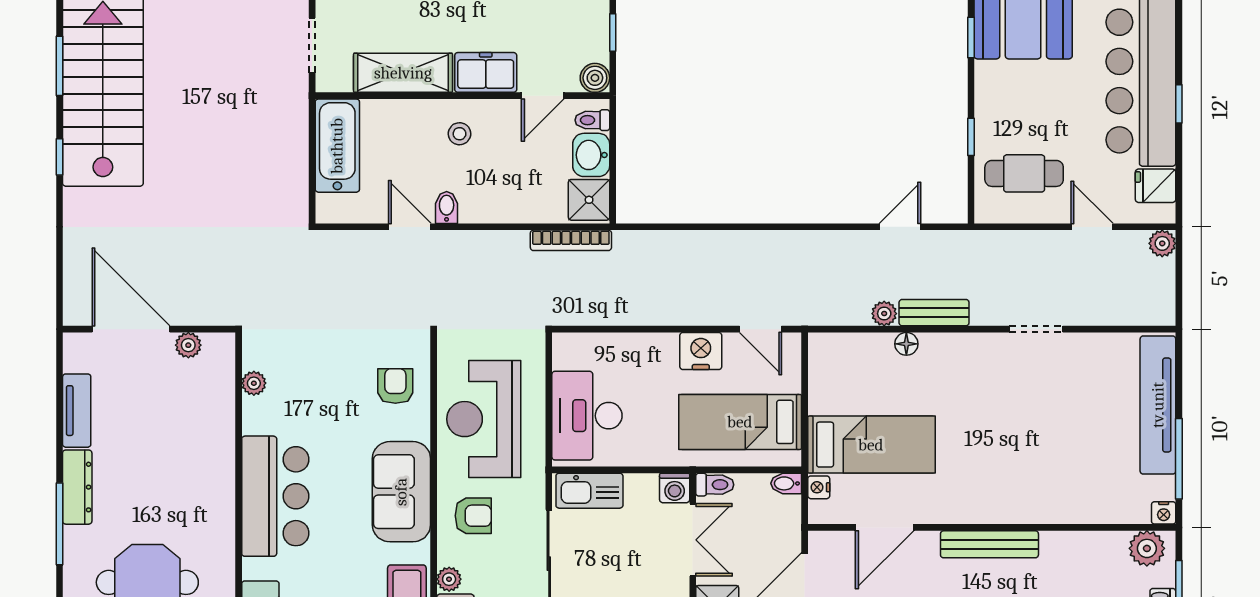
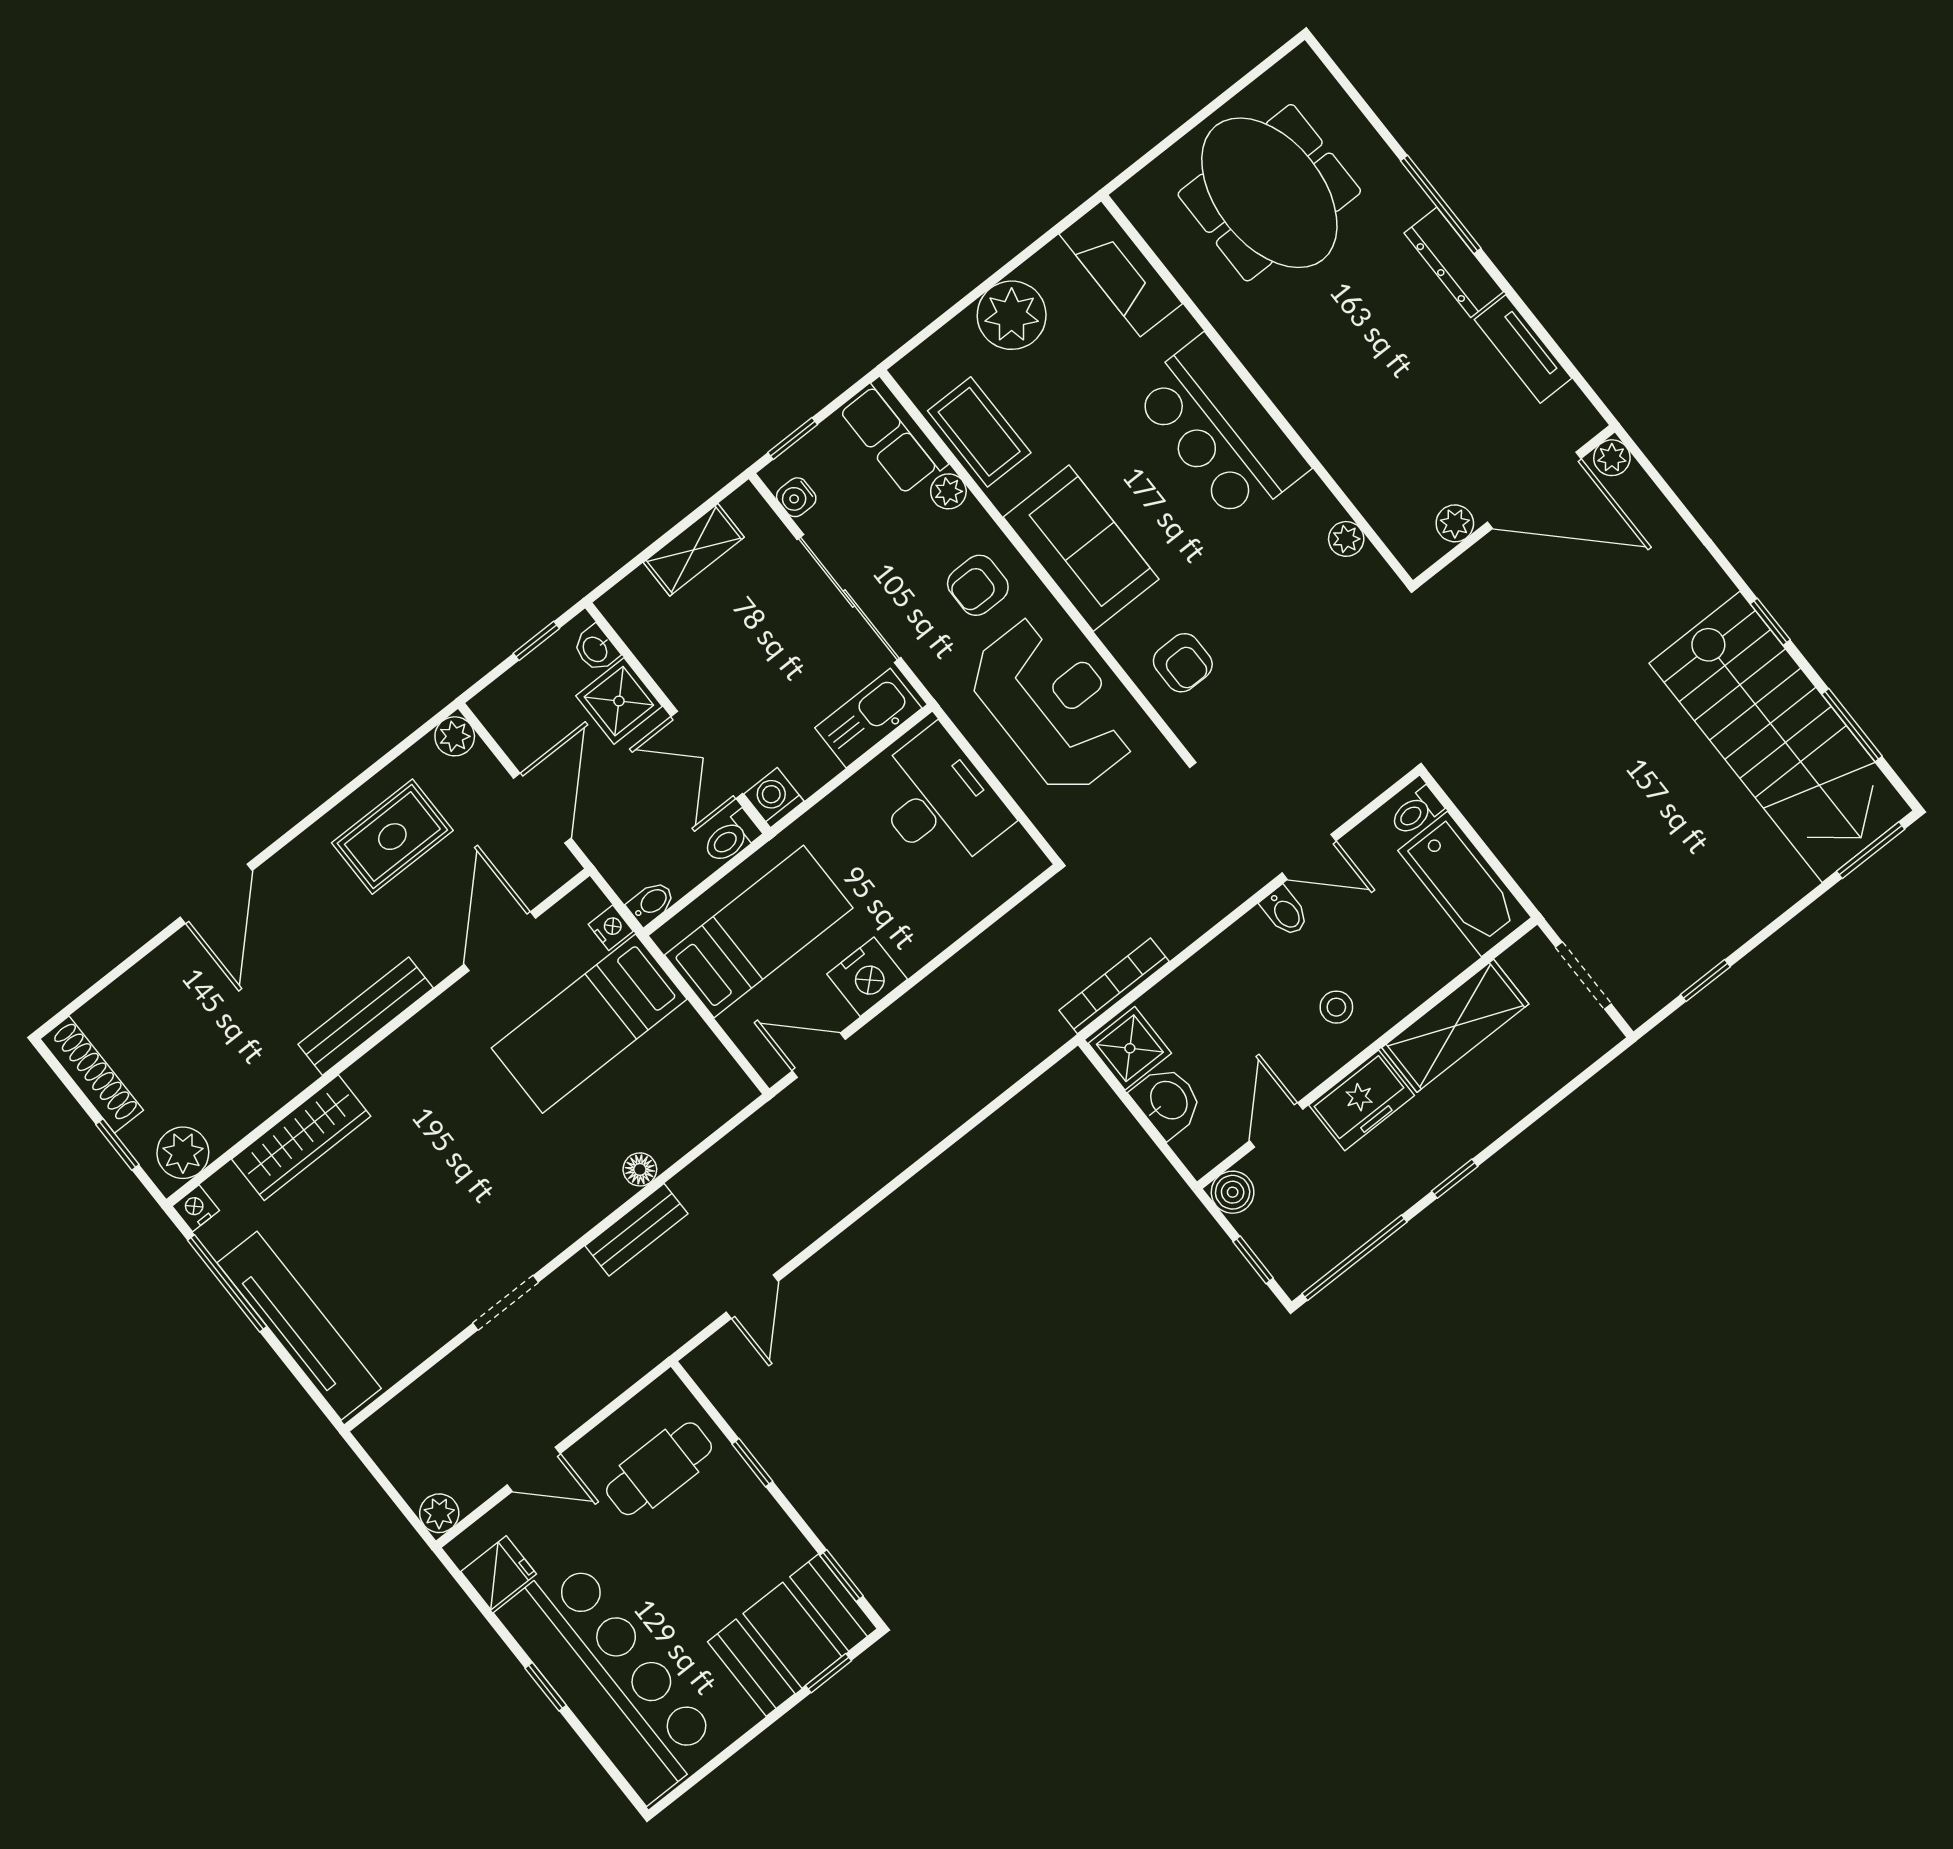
toilet: (592, 120) -> (1416, 812), moved, turned 180
plant: (884, 314) -> (1612, 458), moved
wardrobe: (1076, 506) -> (301, 1138), added

